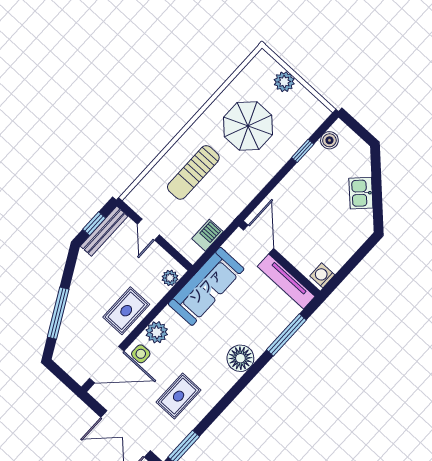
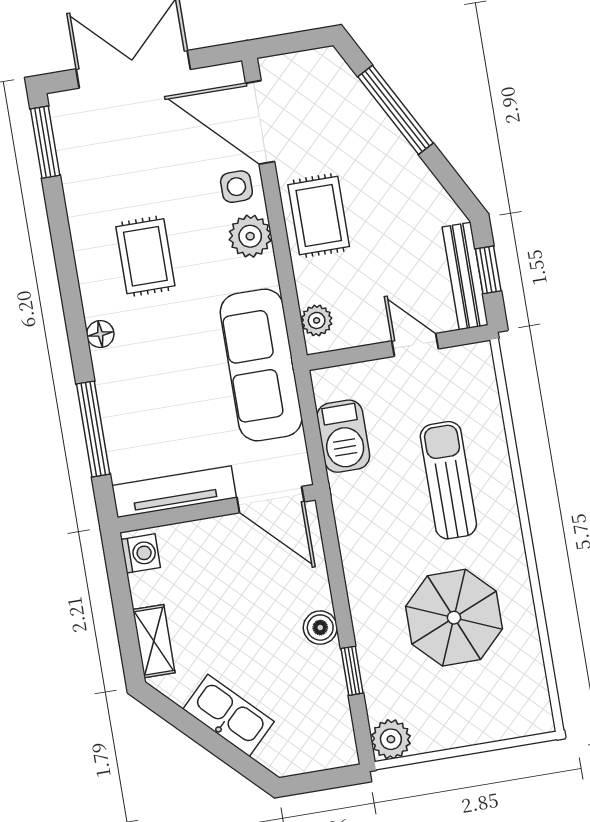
plant: (284, 82) -> (391, 739), moved
boiler: (329, 140) -> (320, 628), moved
kitchen sink: (361, 193) -> (229, 715), width x1.38
barbecue: (207, 235) -> (343, 436), width x1.38, depth x1.27
shelving: (354, 242) -> (154, 641), added
floor lamp: (240, 358) -> (100, 334), width x0.53, depth x0.53
door: (107, 365) -> (260, 122), hinge flipped
rug: (179, 396) -> (145, 256), moved

